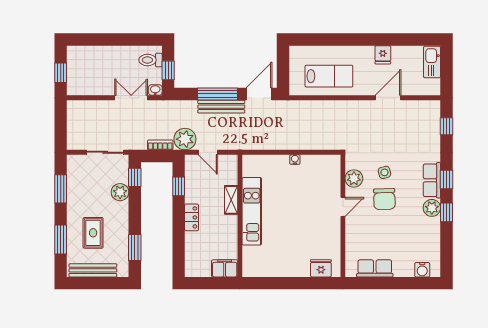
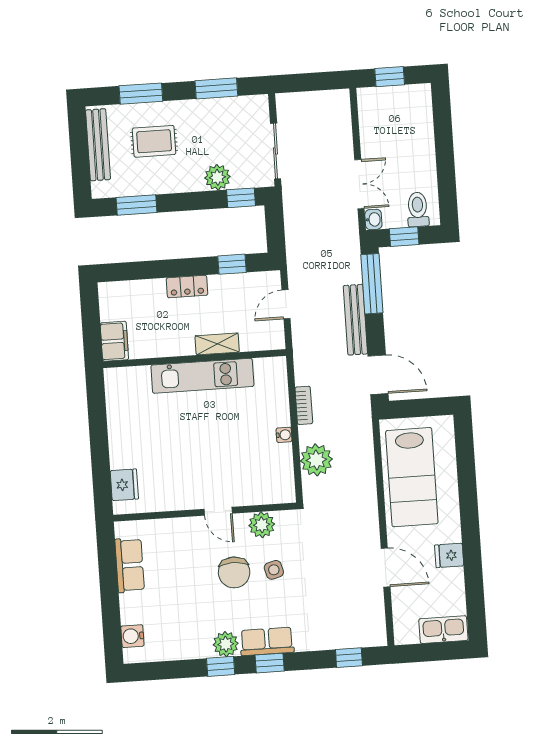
lab bench: (329, 76) -> (412, 477), width x1.36, depth x1.39
window: (218, 94) -> (372, 284), moved
plant: (185, 139) -> (316, 460), moved
bookcase: (160, 145) -> (304, 405), moved
chair: (384, 199) -> (234, 572), turned -88

